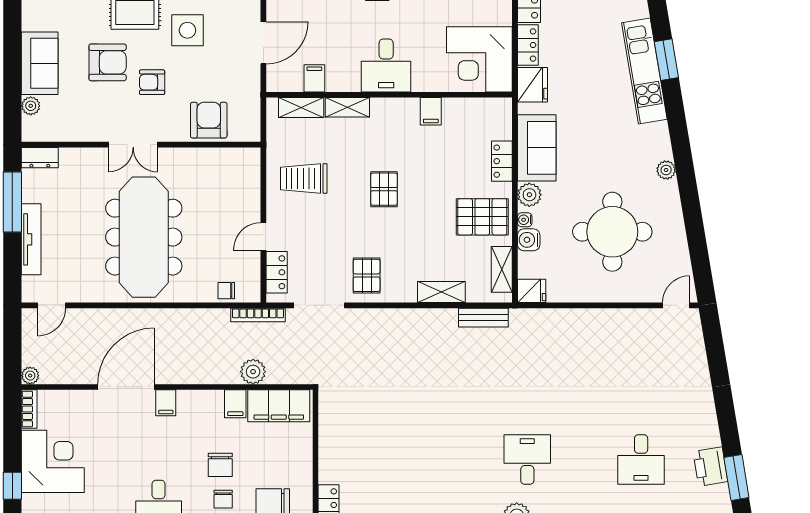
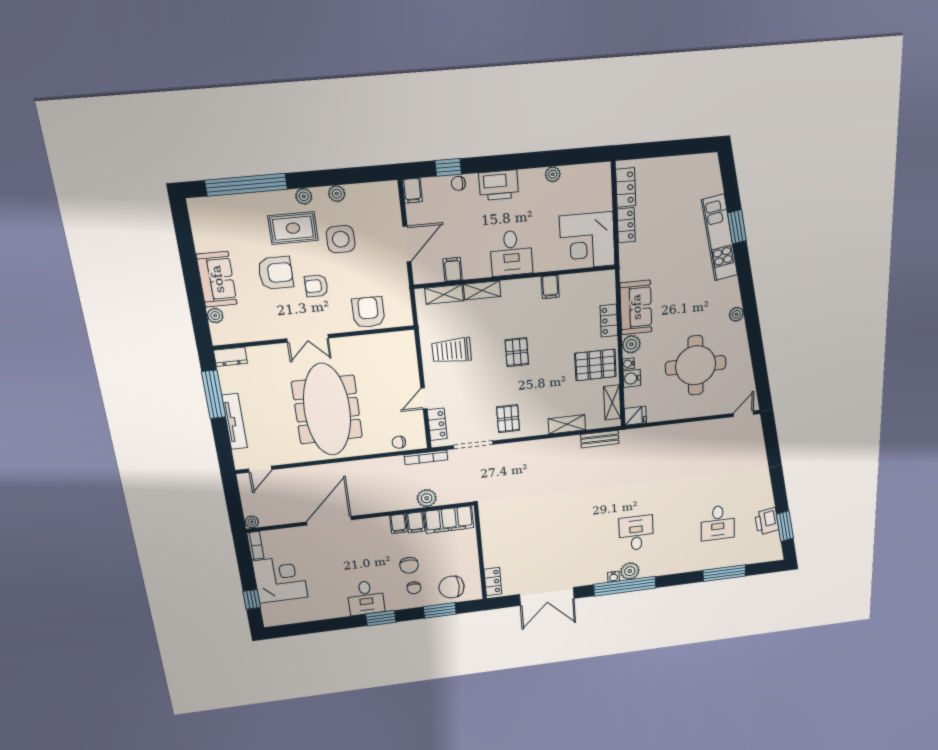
fridge: (533, 85) -> (631, 257), removed
filing cabinet: (166, 403) -> (398, 524), moved

